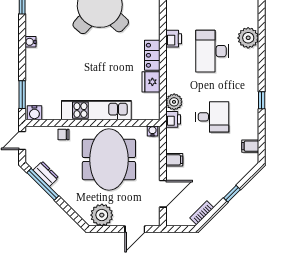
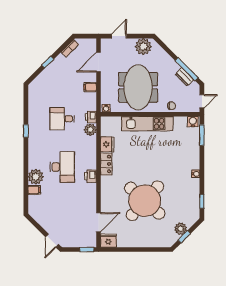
filing cabinet: (250, 146) -> (34, 190), moved

